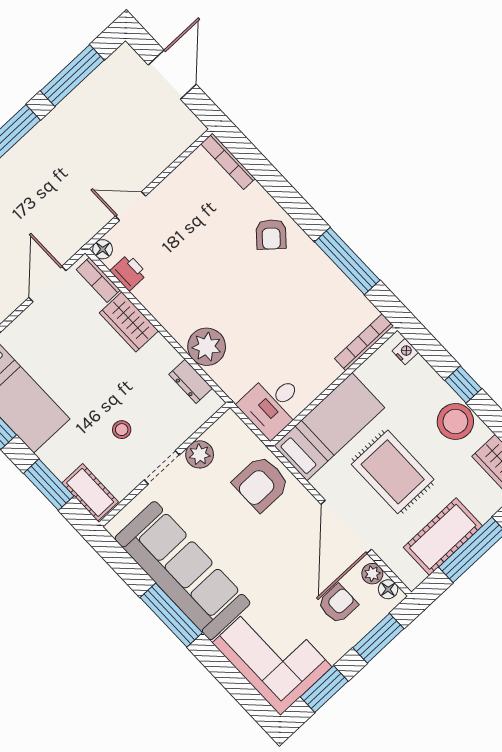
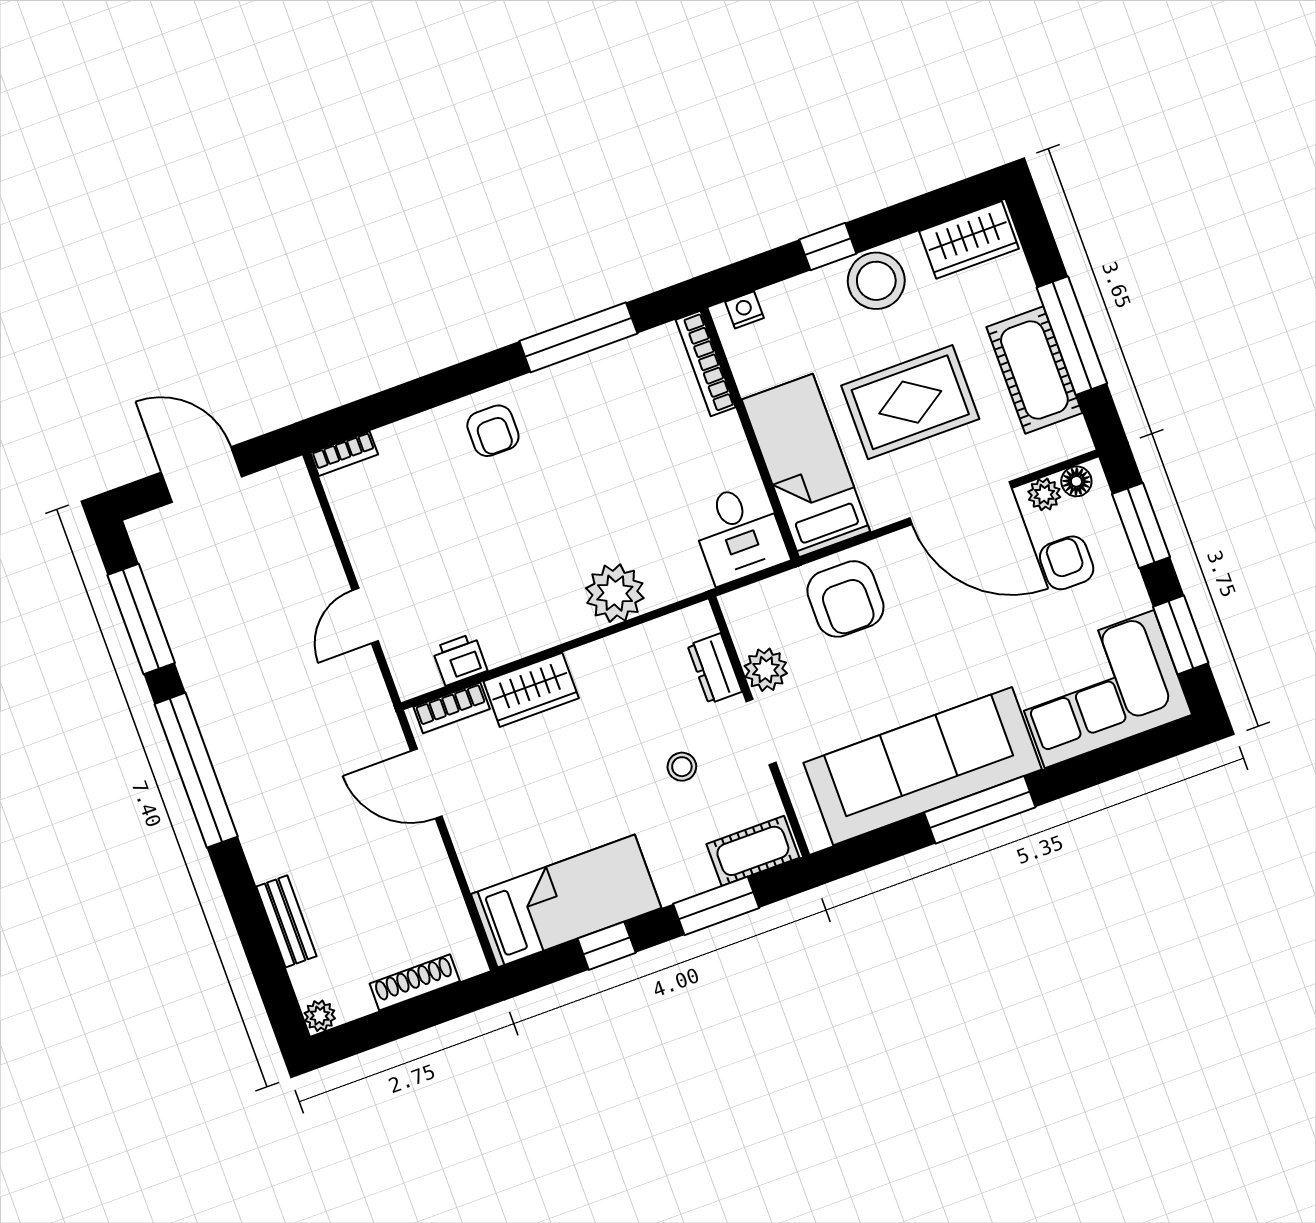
bookcase: (228, 161) -> (344, 454), width x0.64
armchair: (271, 234) -> (493, 431), turned 49
floor lamp: (103, 249) -> (410, 683), removed
dresser: (191, 381) -> (715, 668), moved, turned 90

